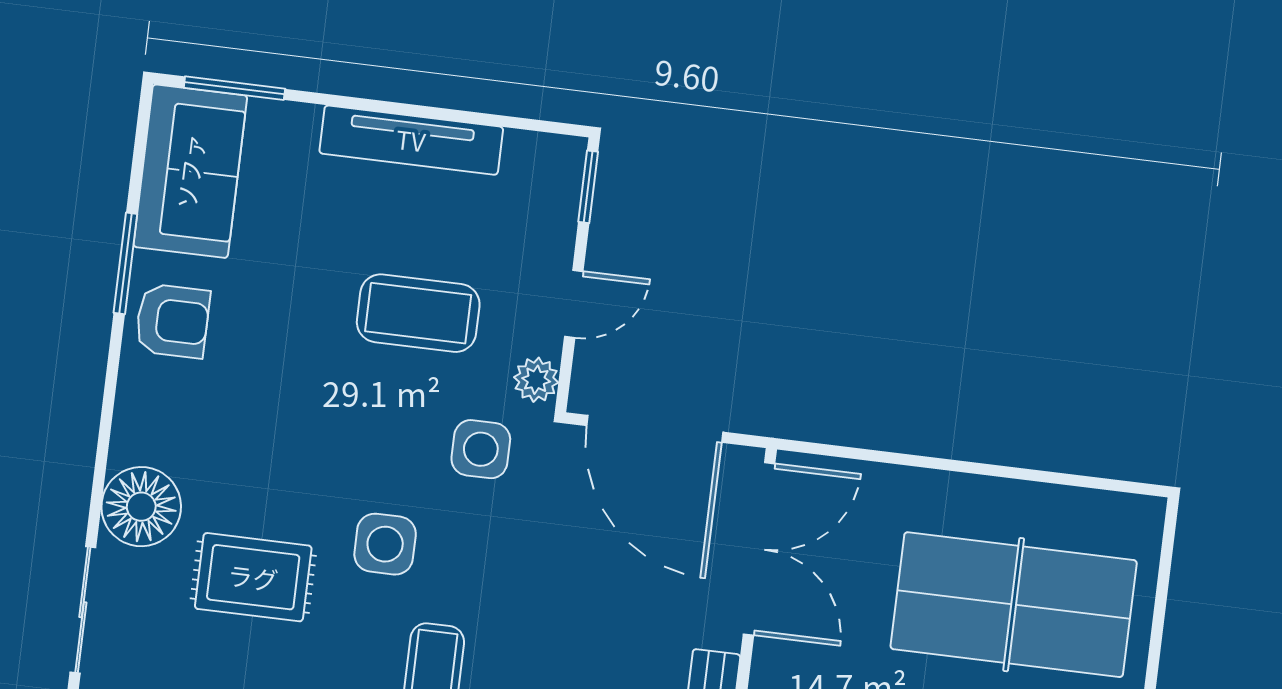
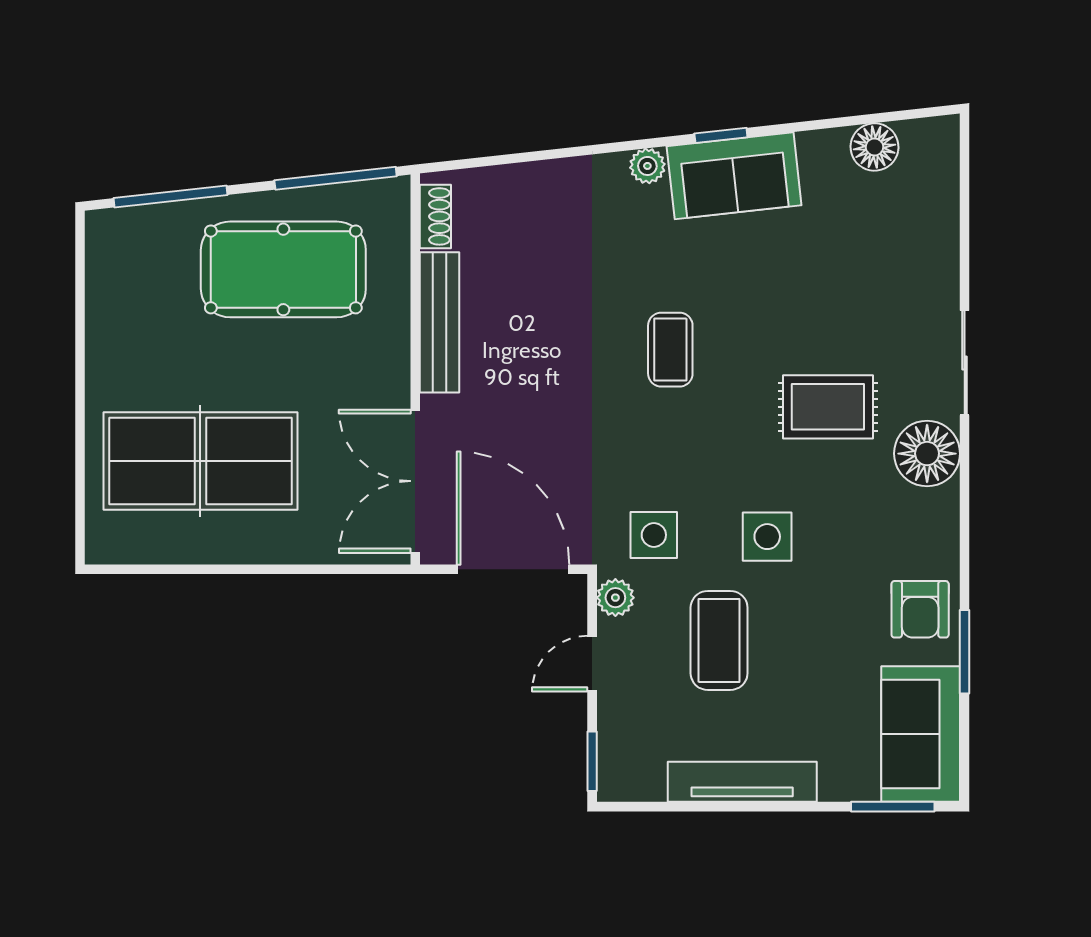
coffee table: (418, 313) -> (719, 640), turned 90
armchair: (172, 321) -> (920, 609), turned -90
side table: (385, 544) -> (767, 537), moved

